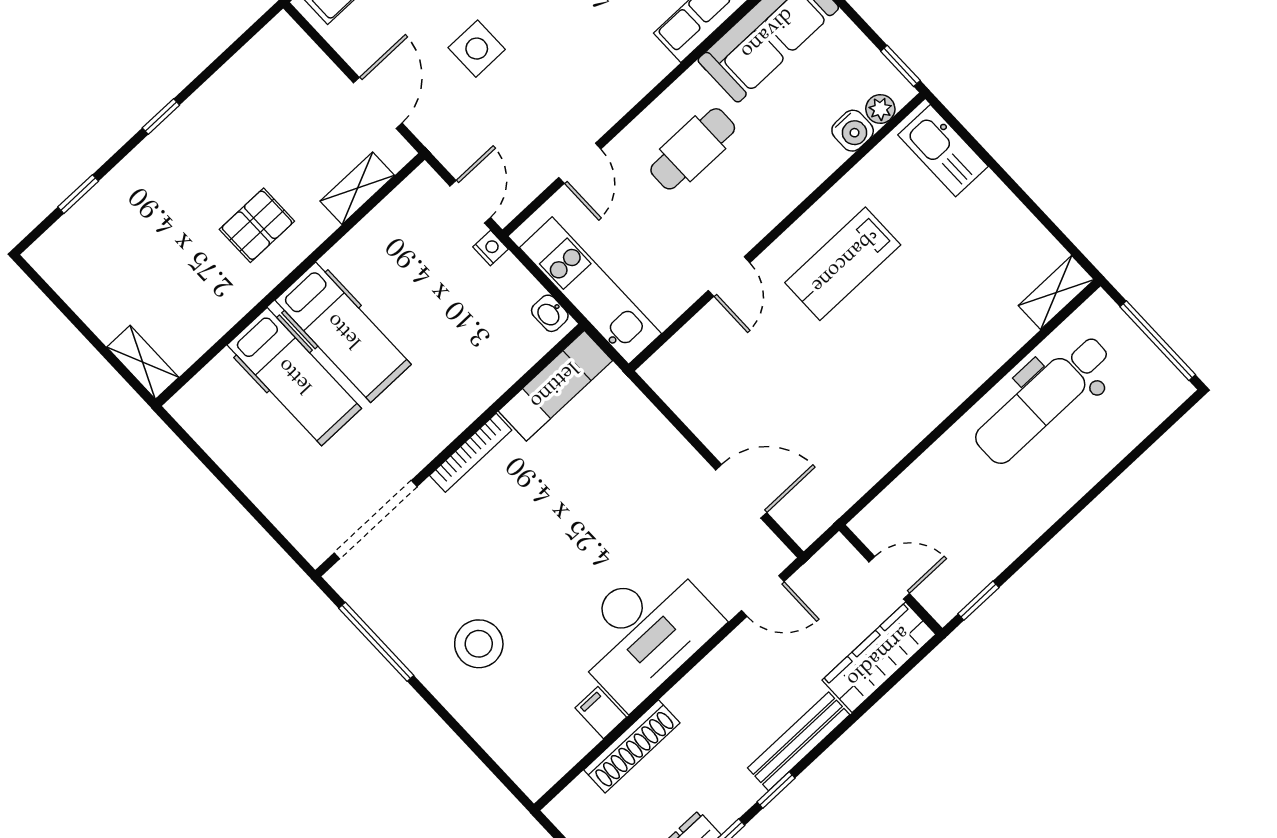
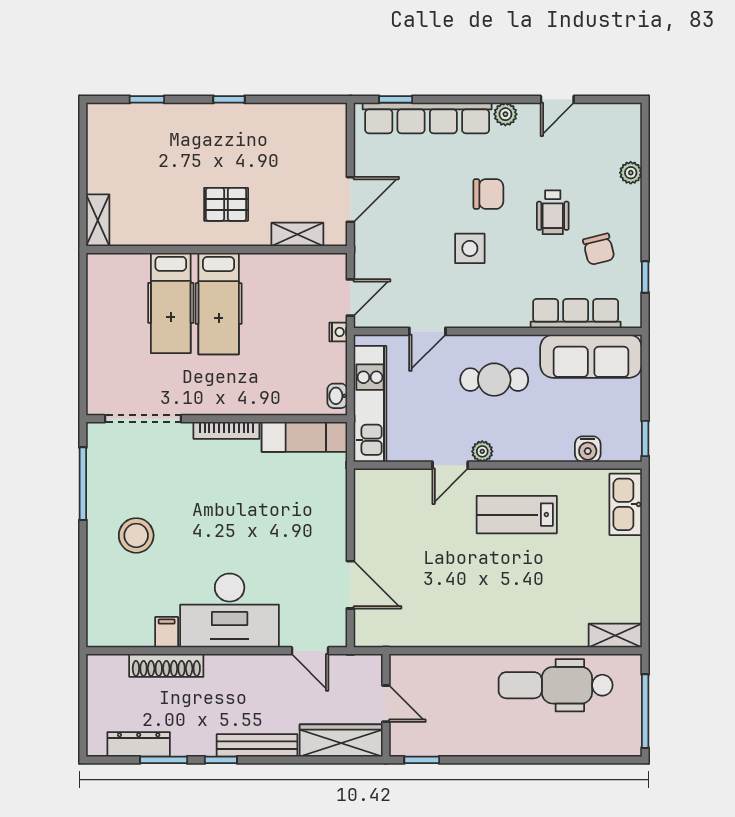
side table: (477, 49) -> (470, 248), moved
plant: (880, 109) -> (482, 451), moved

